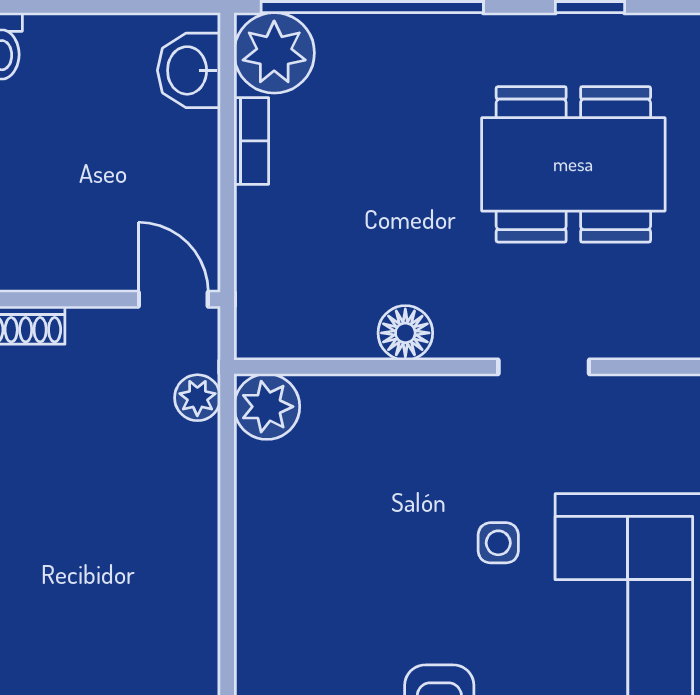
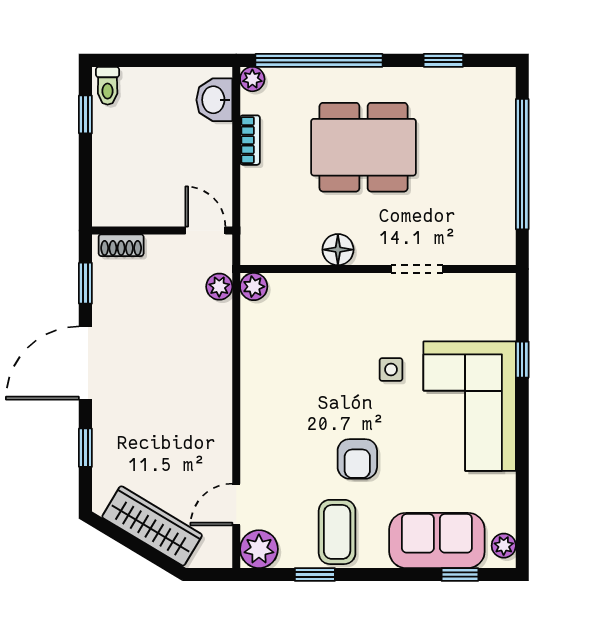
plant: (274, 53) -> (252, 79), width x0.53, depth x0.53
dining table: (573, 164) -> (364, 147), moved
plant: (267, 407) -> (254, 287), width x0.73, depth x0.73

